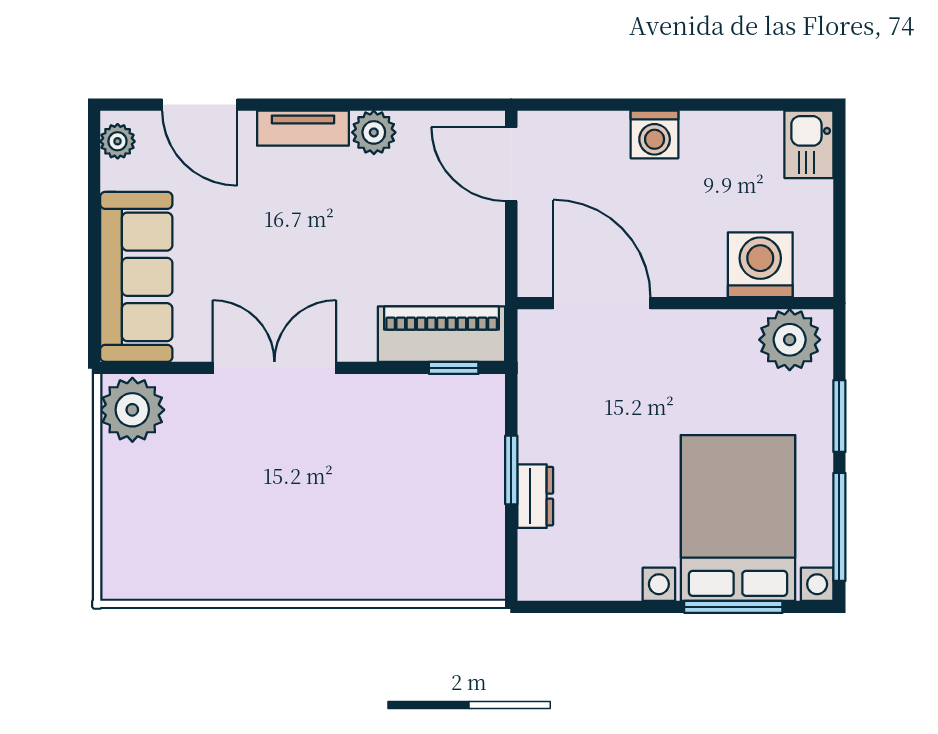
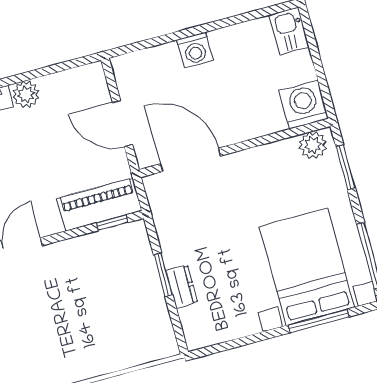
door: (511, 164) -> (122, 124), moved
washing machine: (760, 265) -> (304, 105), moved
plant: (790, 340) -> (313, 145), width x0.73, depth x0.73
window: (839, 416) -> (346, 168), moved

